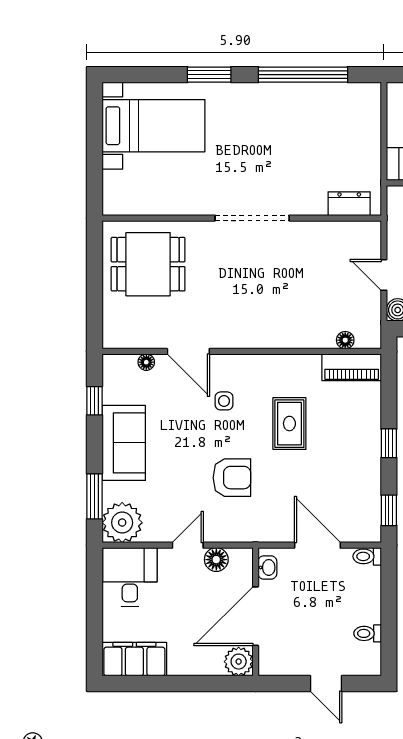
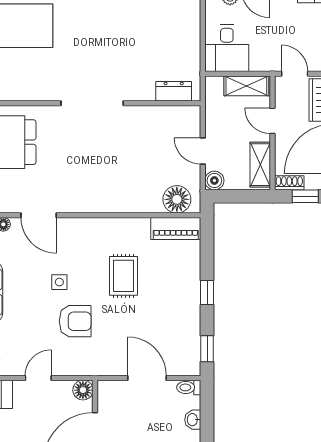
floor lamp: (345, 340) -> (177, 199), width x1.89, depth x1.89
side table: (224, 401) -> (59, 282), moved
floor lamp: (216, 560) -> (83, 390), moved
washbasin: (267, 567) -> (193, 420), moved, turned 180

